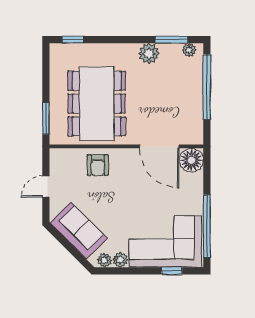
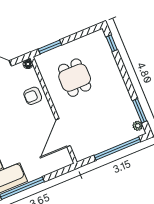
plant: (149, 54) -> (124, 99), removed
dining table: (97, 104) -> (75, 78), width x0.53, depth x0.80
floor lamp: (191, 160) -> (28, 64), moved, width x0.53, depth x0.53

